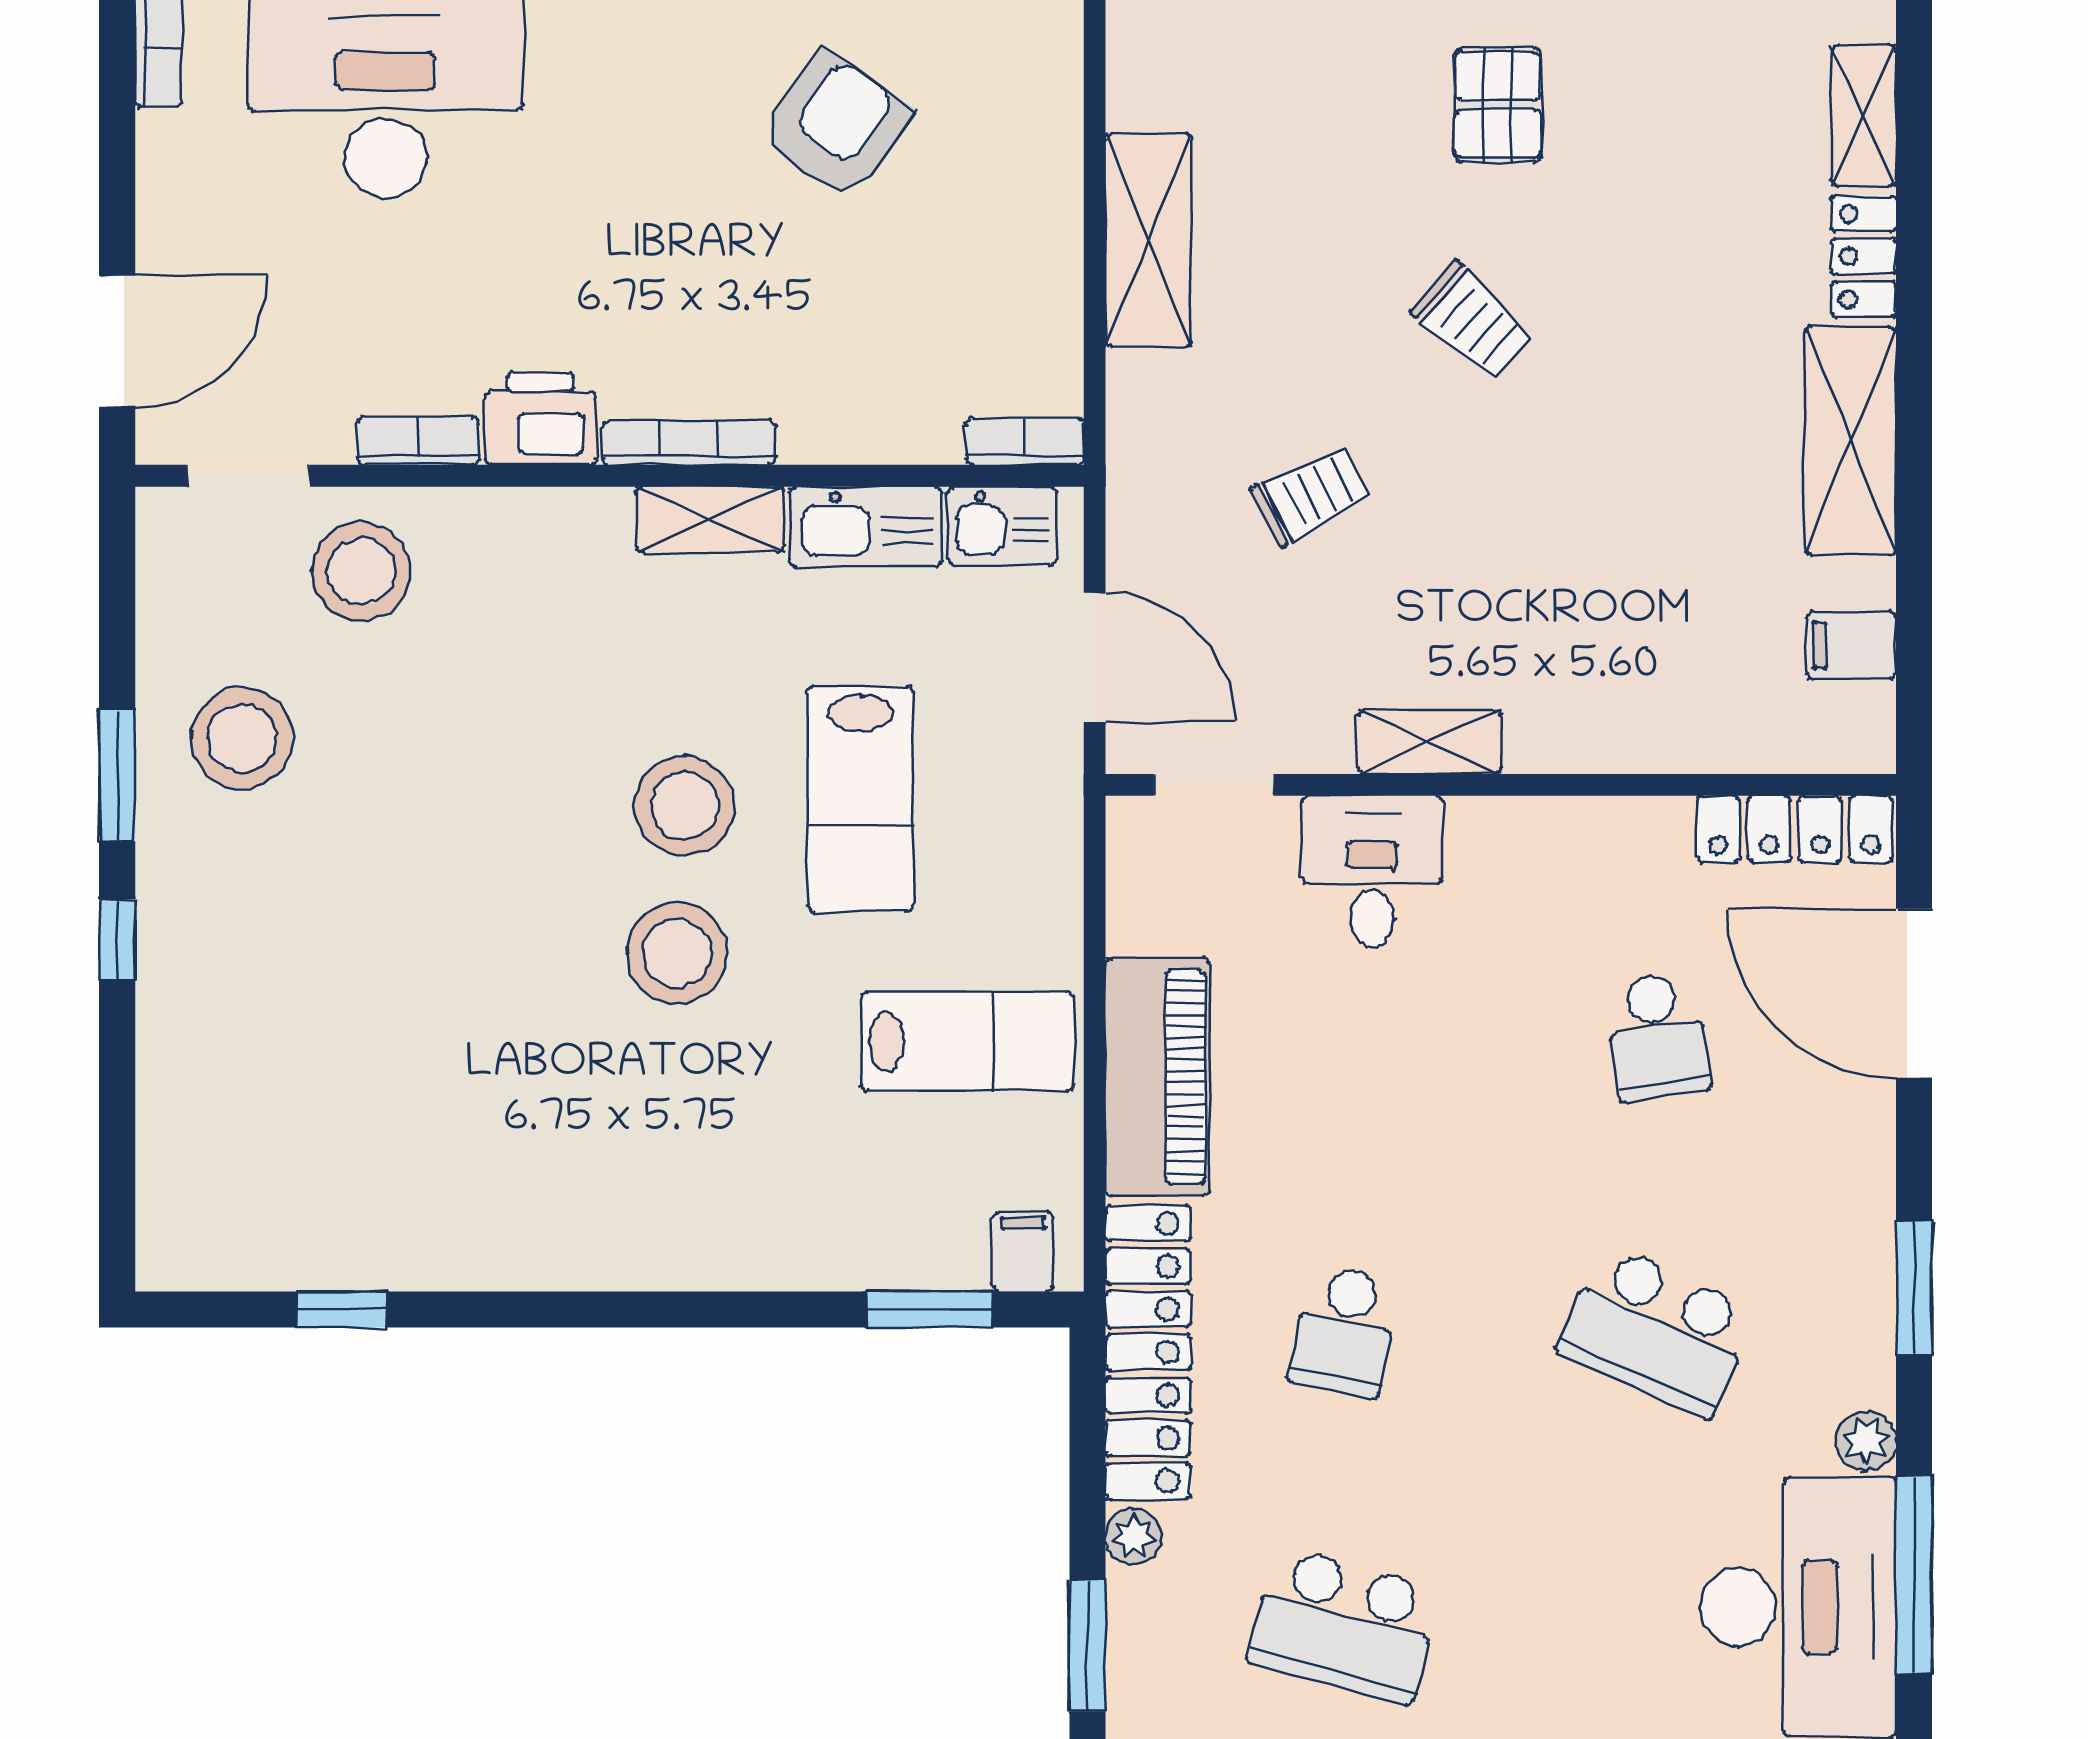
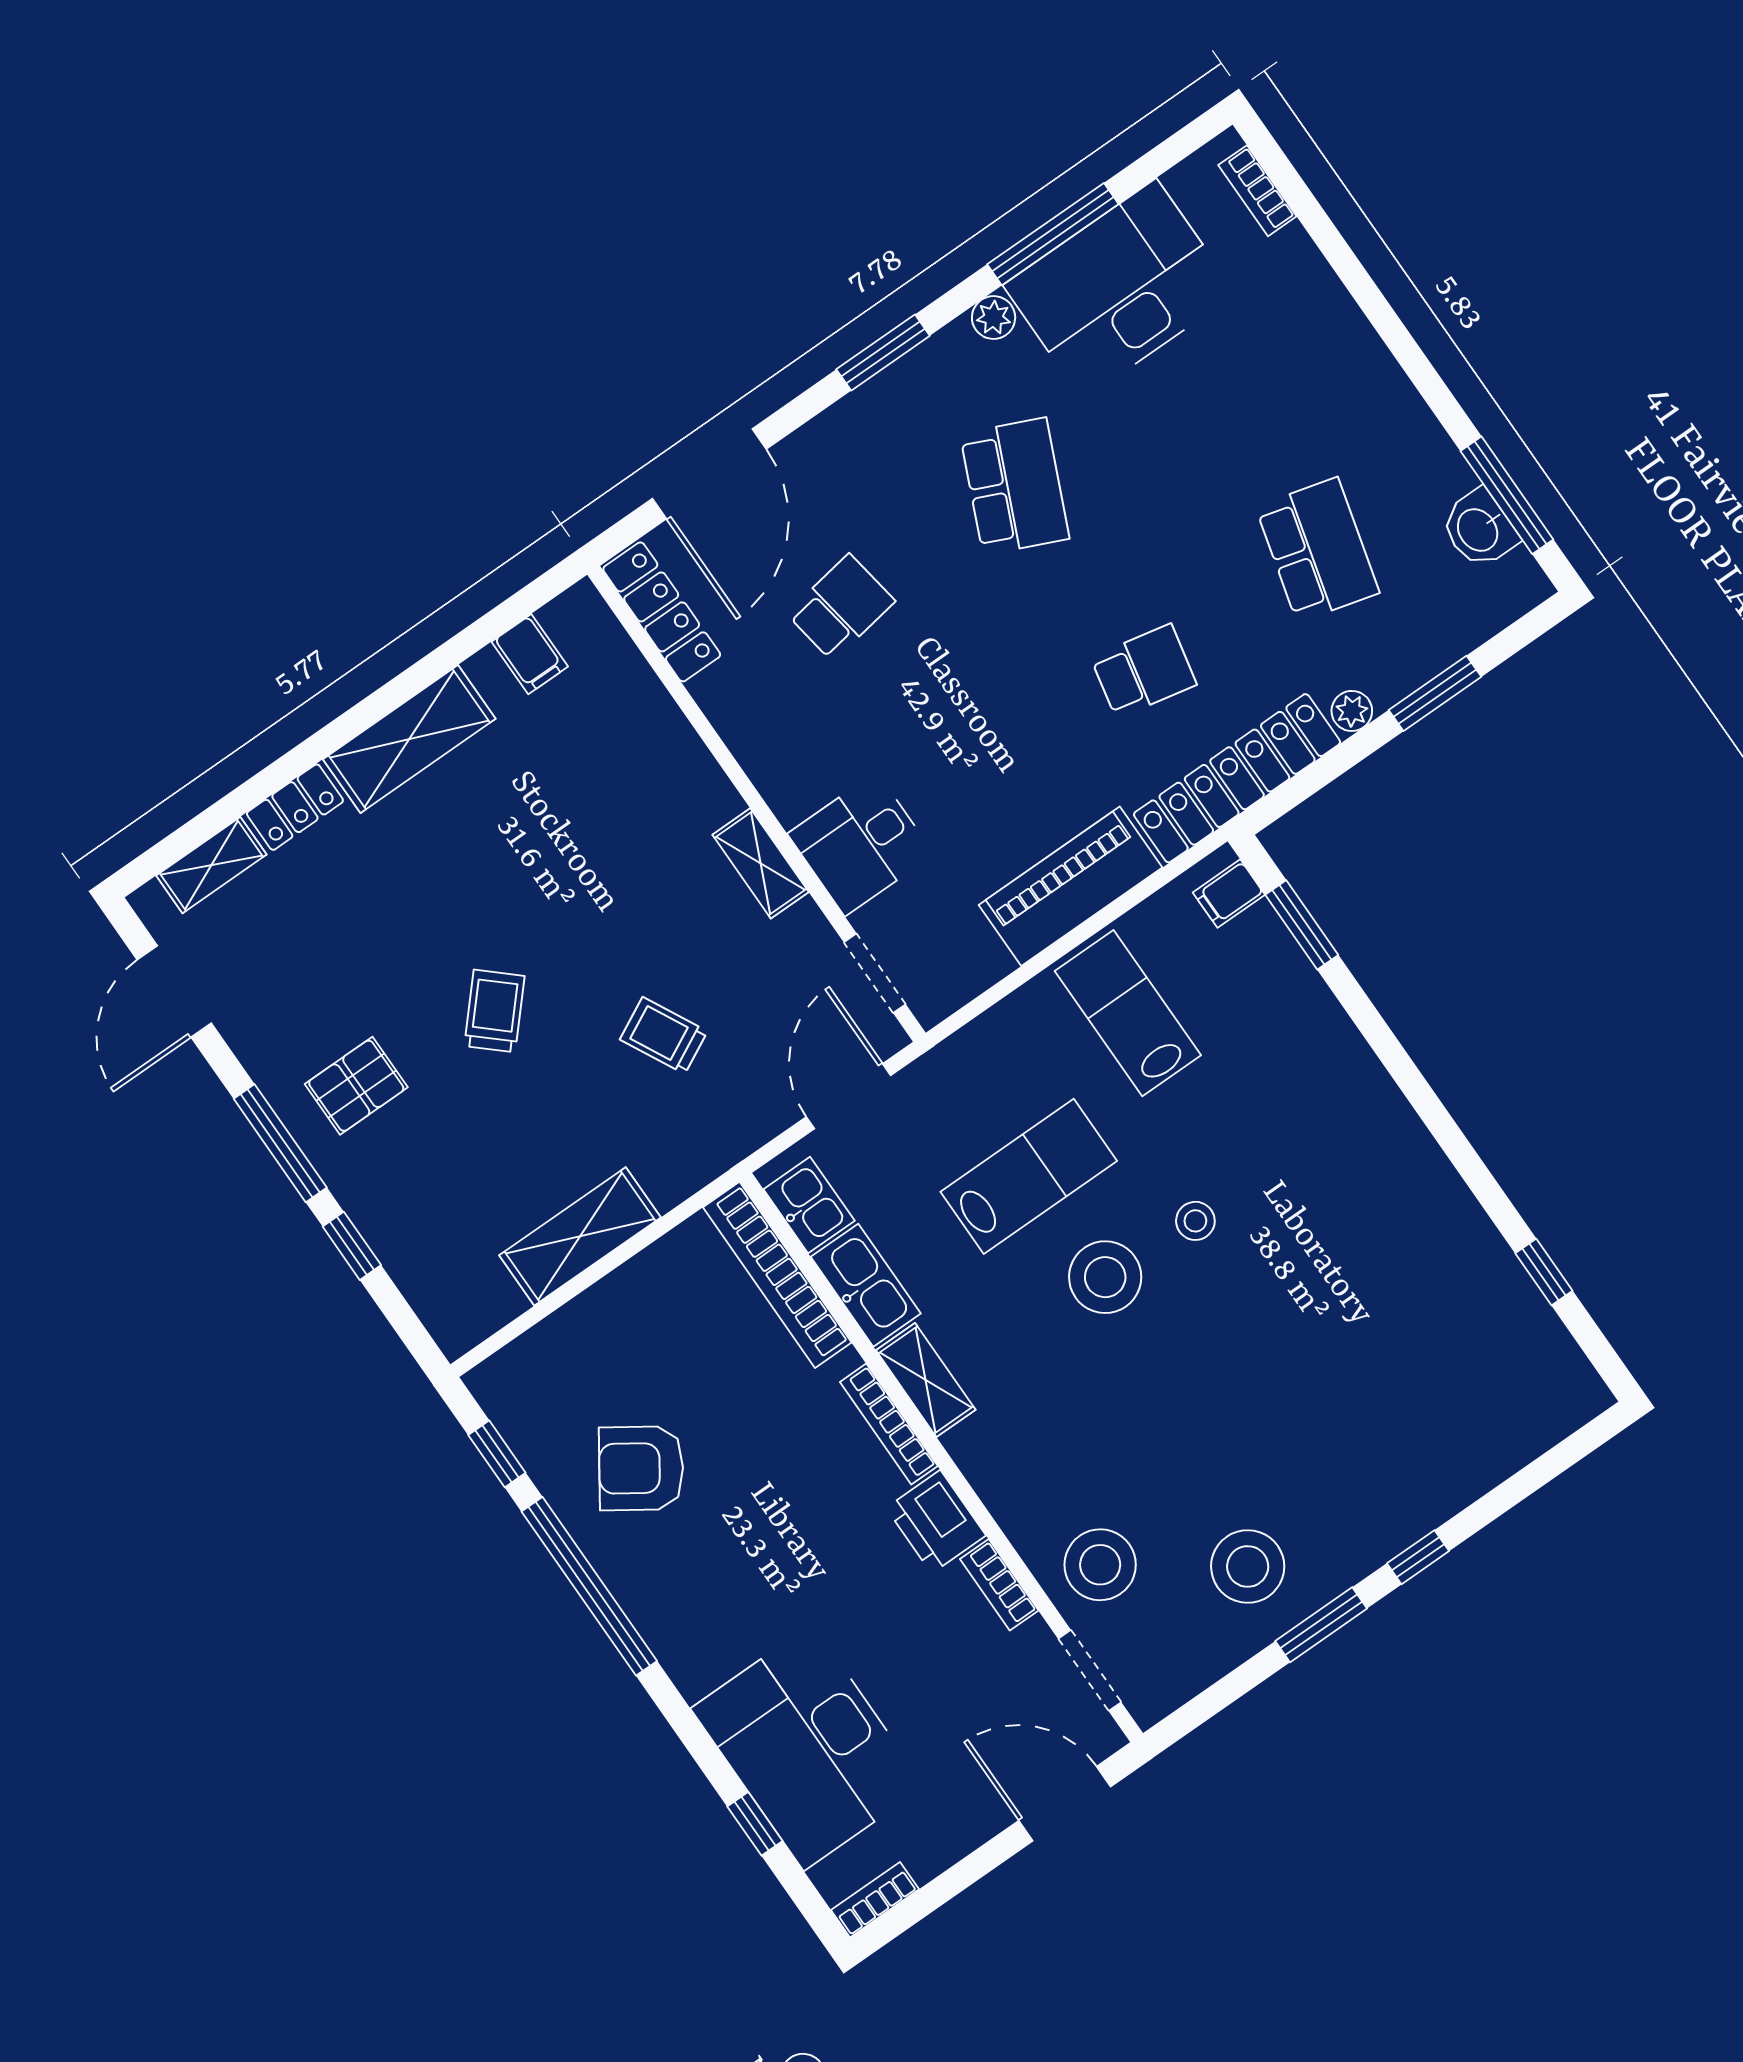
bookcase: (1025, 441) -> (777, 1275), width x2.31, depth x1.31
stool: (677, 953) -> (1195, 1221), width x0.53, depth x0.53

